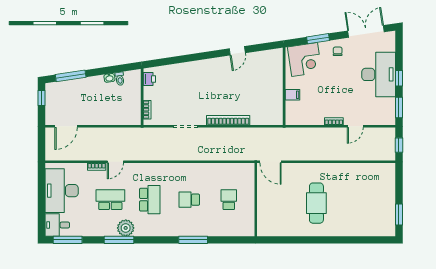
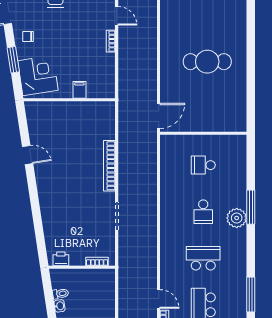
plant: (126, 228) -> (237, 218), moved

